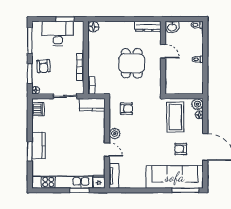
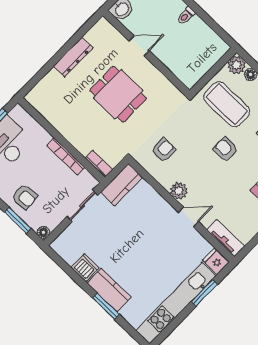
dresser: (148, 26) -> (73, 57), moved
floor lamp: (93, 27) -> (35, 97), removed
dishwasher: (38, 109) -> (85, 268), moved
armchair: (154, 136) -> (225, 149), added

